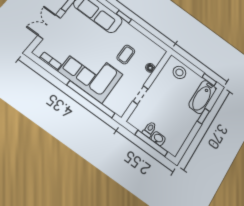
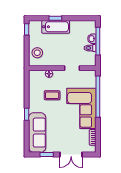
bathtub: (202, 97) -> (56, 27), moved

